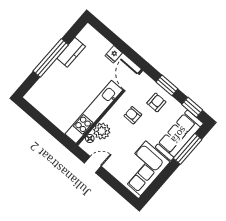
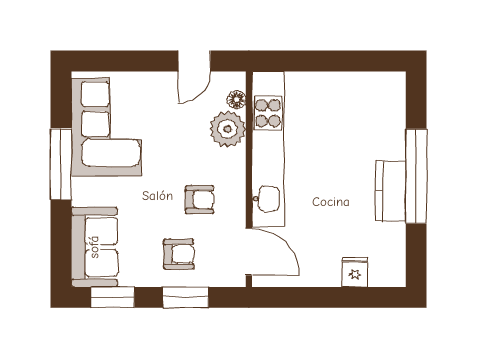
kitchen counter: (71, 52) -> (391, 191), moved
fridge: (114, 54) -> (355, 272), moved
armchair: (156, 102) -> (179, 254), turned -90
sofa: (179, 135) -> (94, 247), width x0.73
window: (188, 149) -> (61, 164), moved

